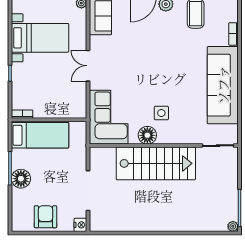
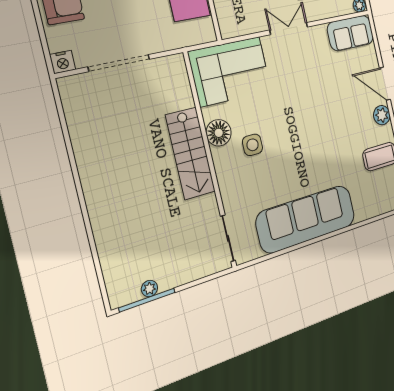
bookcase: (233, 34) -> (369, 213), removed
stairs: (156, 163) -> (190, 153), width x0.73, depth x0.66
plant: (233, 226) -> (149, 288), moved

